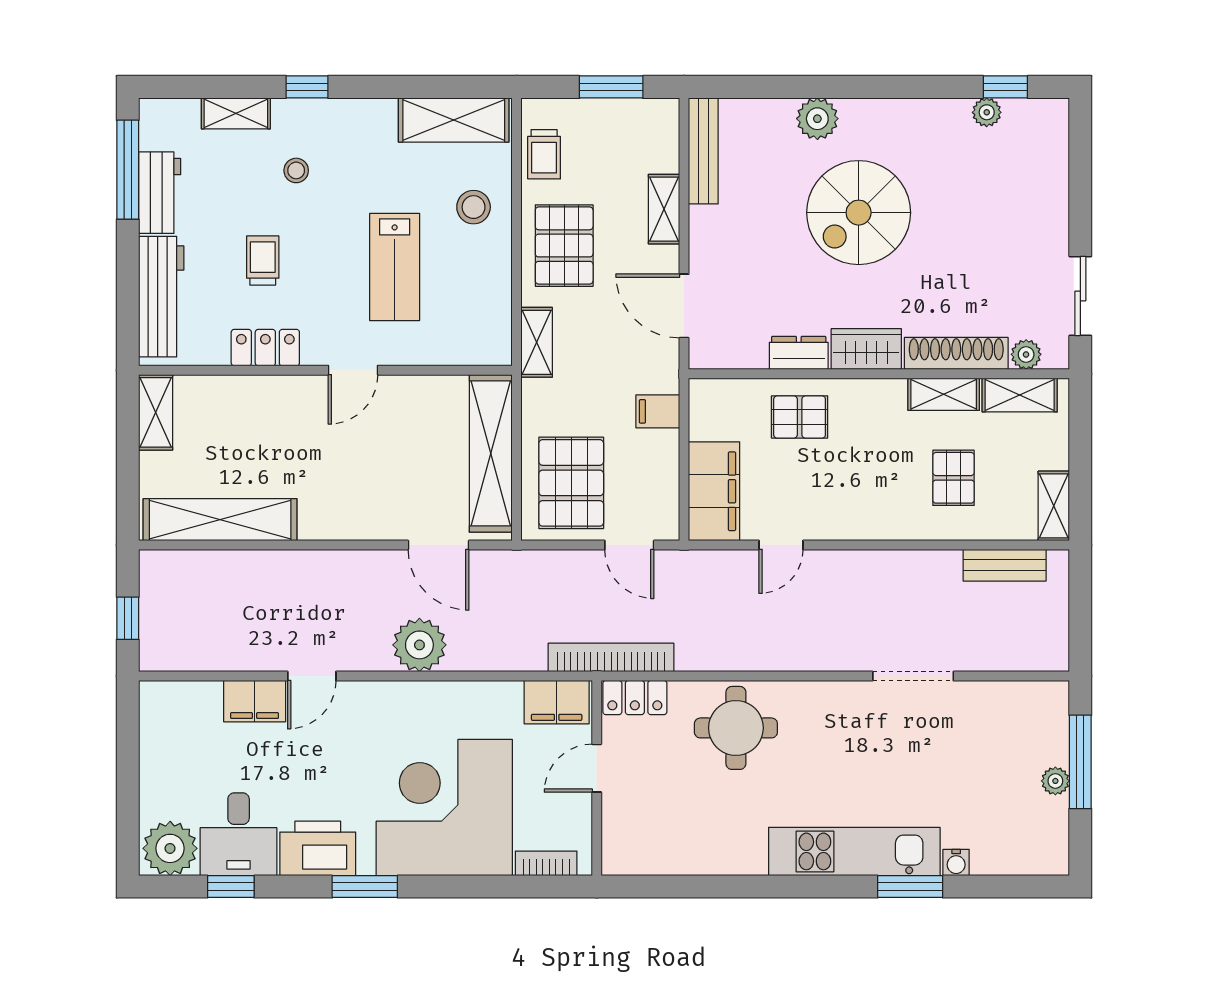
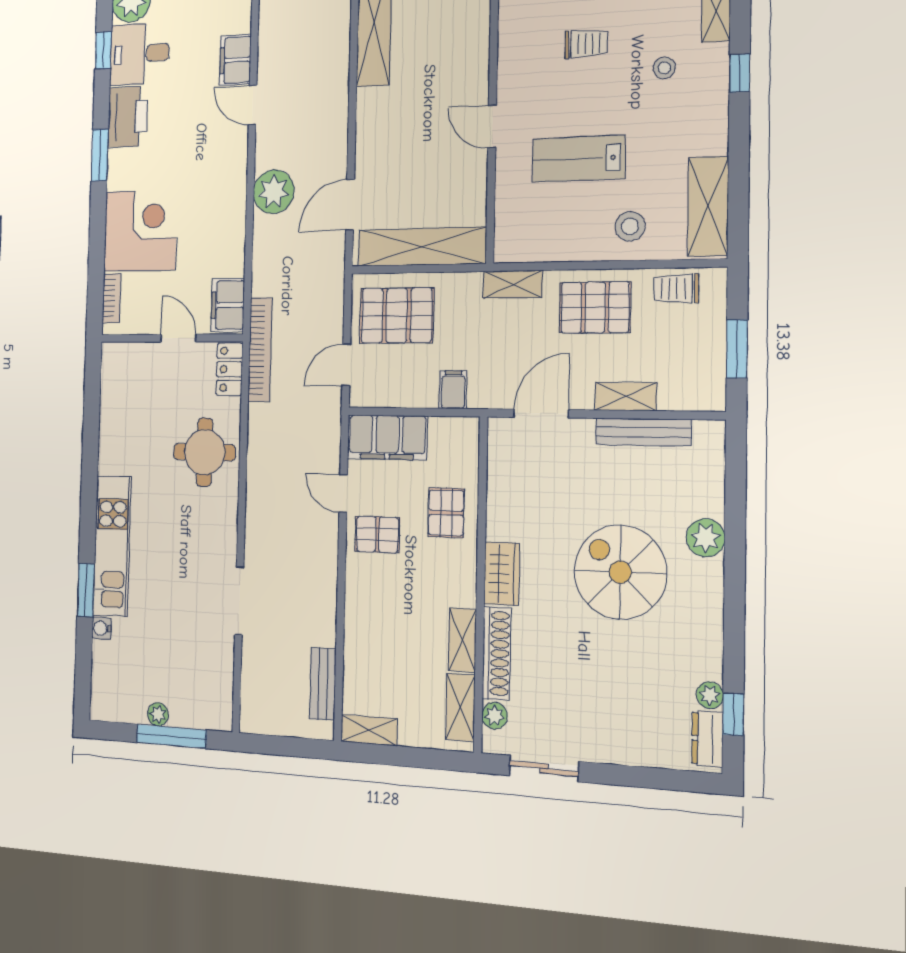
bench: (703, 151) -> (643, 432), moved
locker: (265, 348) -> (512, 51), removed
dresser: (799, 353) -> (707, 739), moved, turned 180
pallet: (954, 478) -> (377, 534), moved
corner desk: (444, 808) -> (140, 231), width x0.74, depth x0.74

